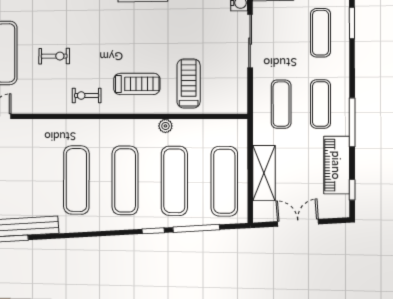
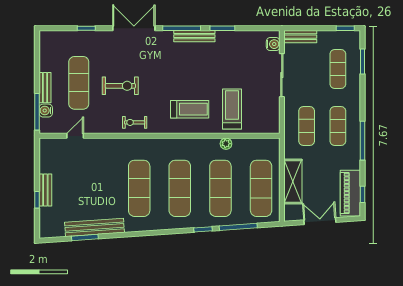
exercise bike: (54, 56) -> (120, 86), width x1.38, depth x1.39
exercise bike: (87, 95) -> (135, 122), moved
plant: (165, 126) -> (226, 144), moved
piano: (337, 165) -> (350, 193), moved

